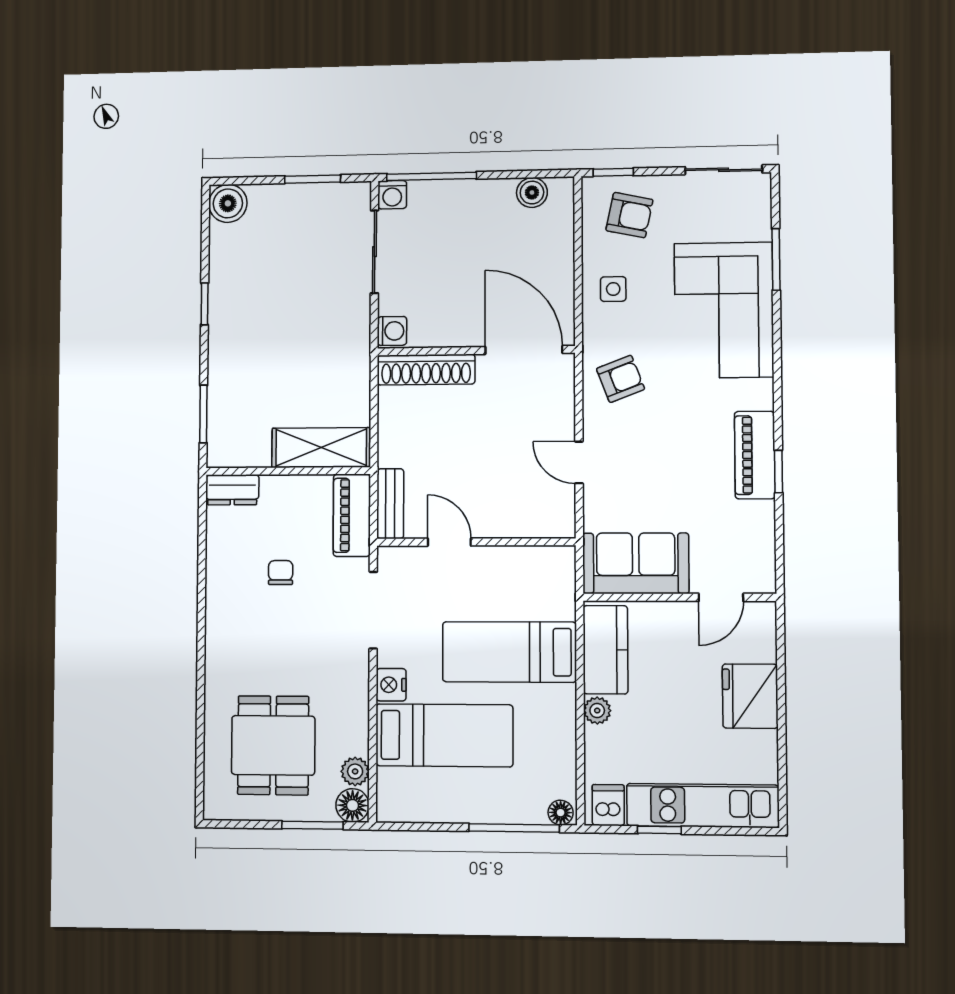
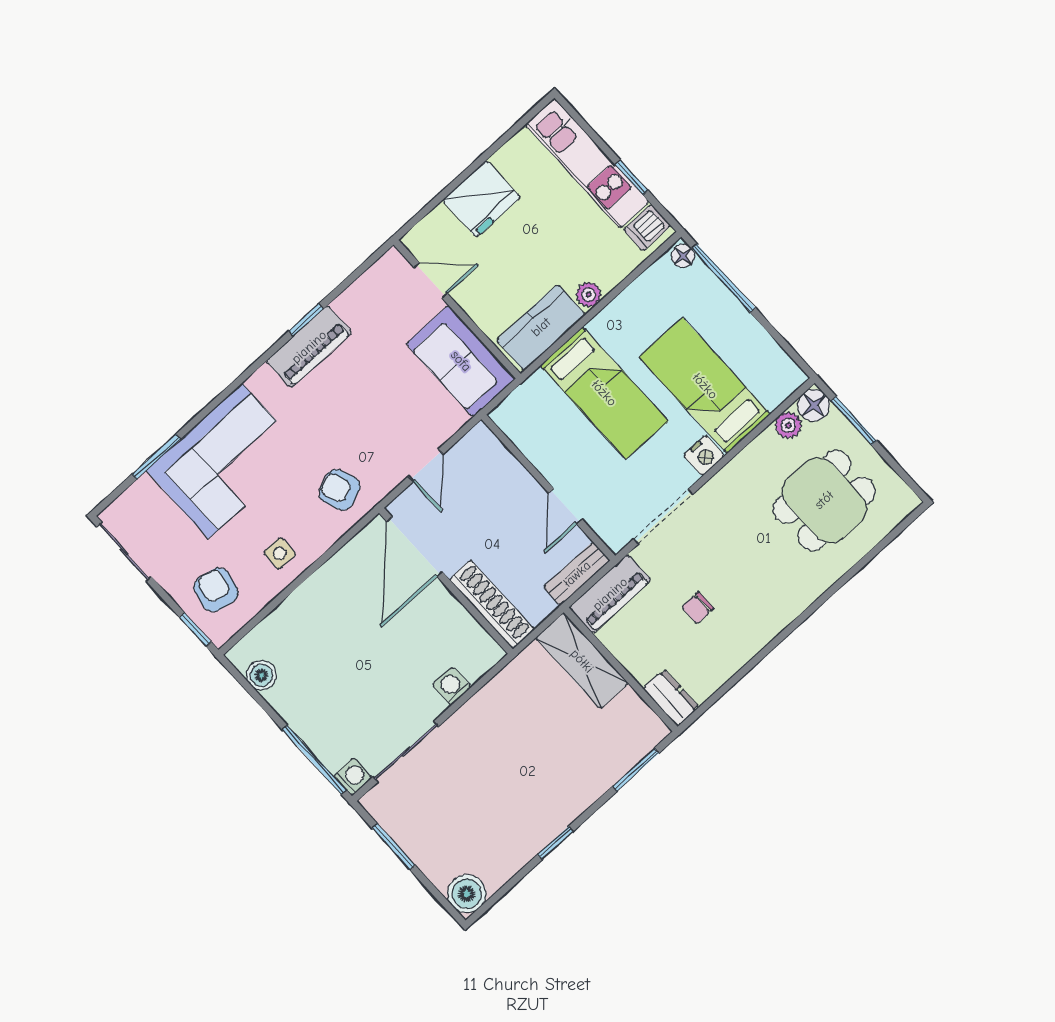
door: (524, 350) -> (415, 547), moved
wall: (476, 351) -> (446, 581), moved
shoe rack: (426, 370) -> (492, 604), moved

